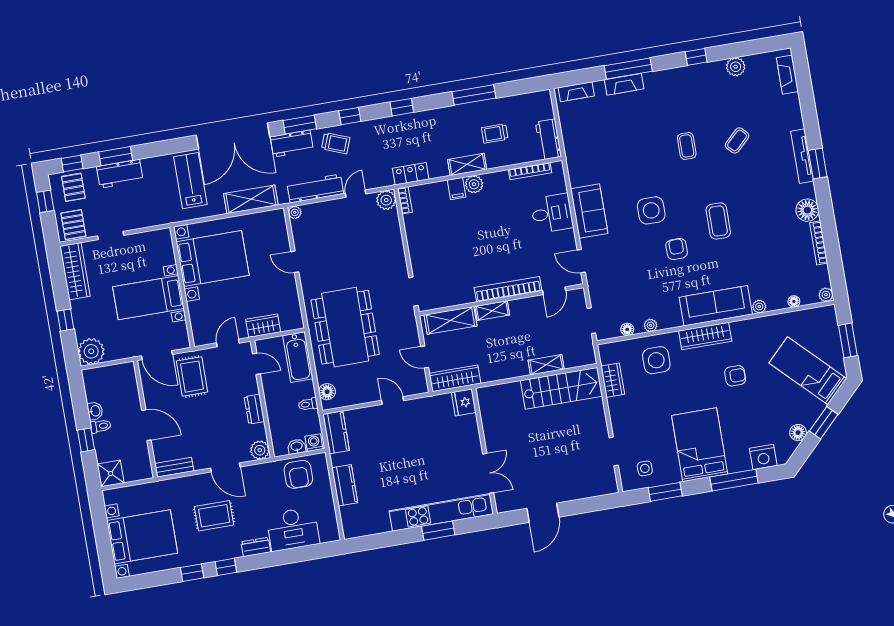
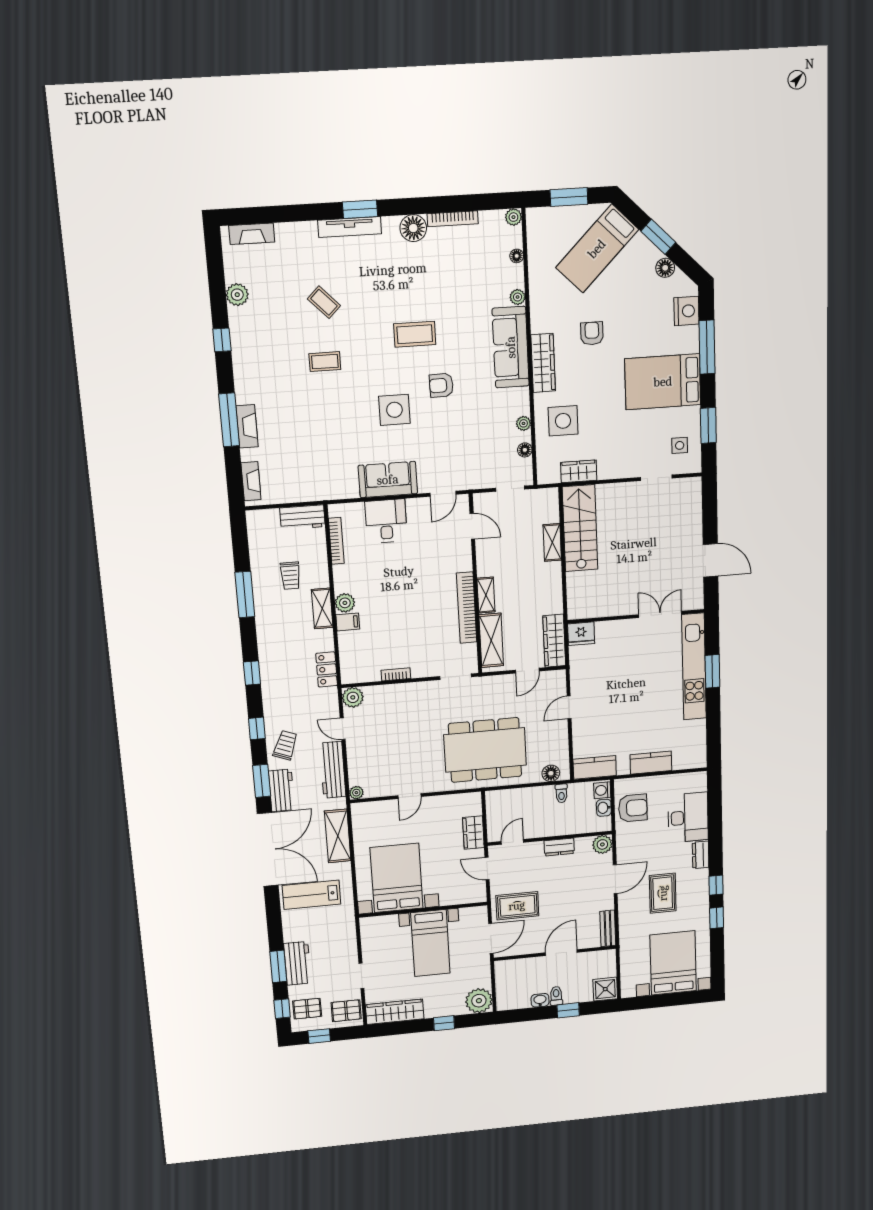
bookcase: (405, 200) -> (396, 674), moved
bookcase: (508, 289) -> (467, 608), moved
bathtub: (298, 357) -> (511, 800), removed

